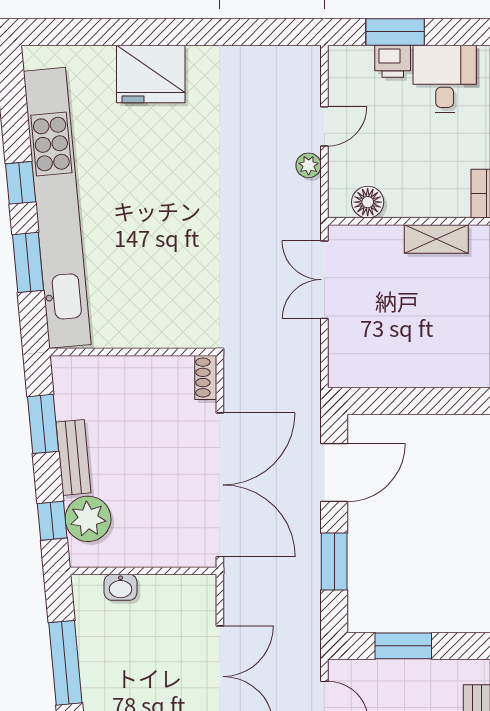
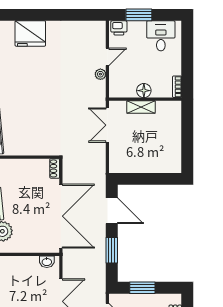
printer: (393, 61) -> (119, 28), moved
floor lamp: (368, 202) -> (144, 91), moved
shelving: (436, 239) -> (141, 107), moved
door: (334, 473) -> (112, 211), hinge flipped
washbasin: (121, 587) -> (47, 262), moved

